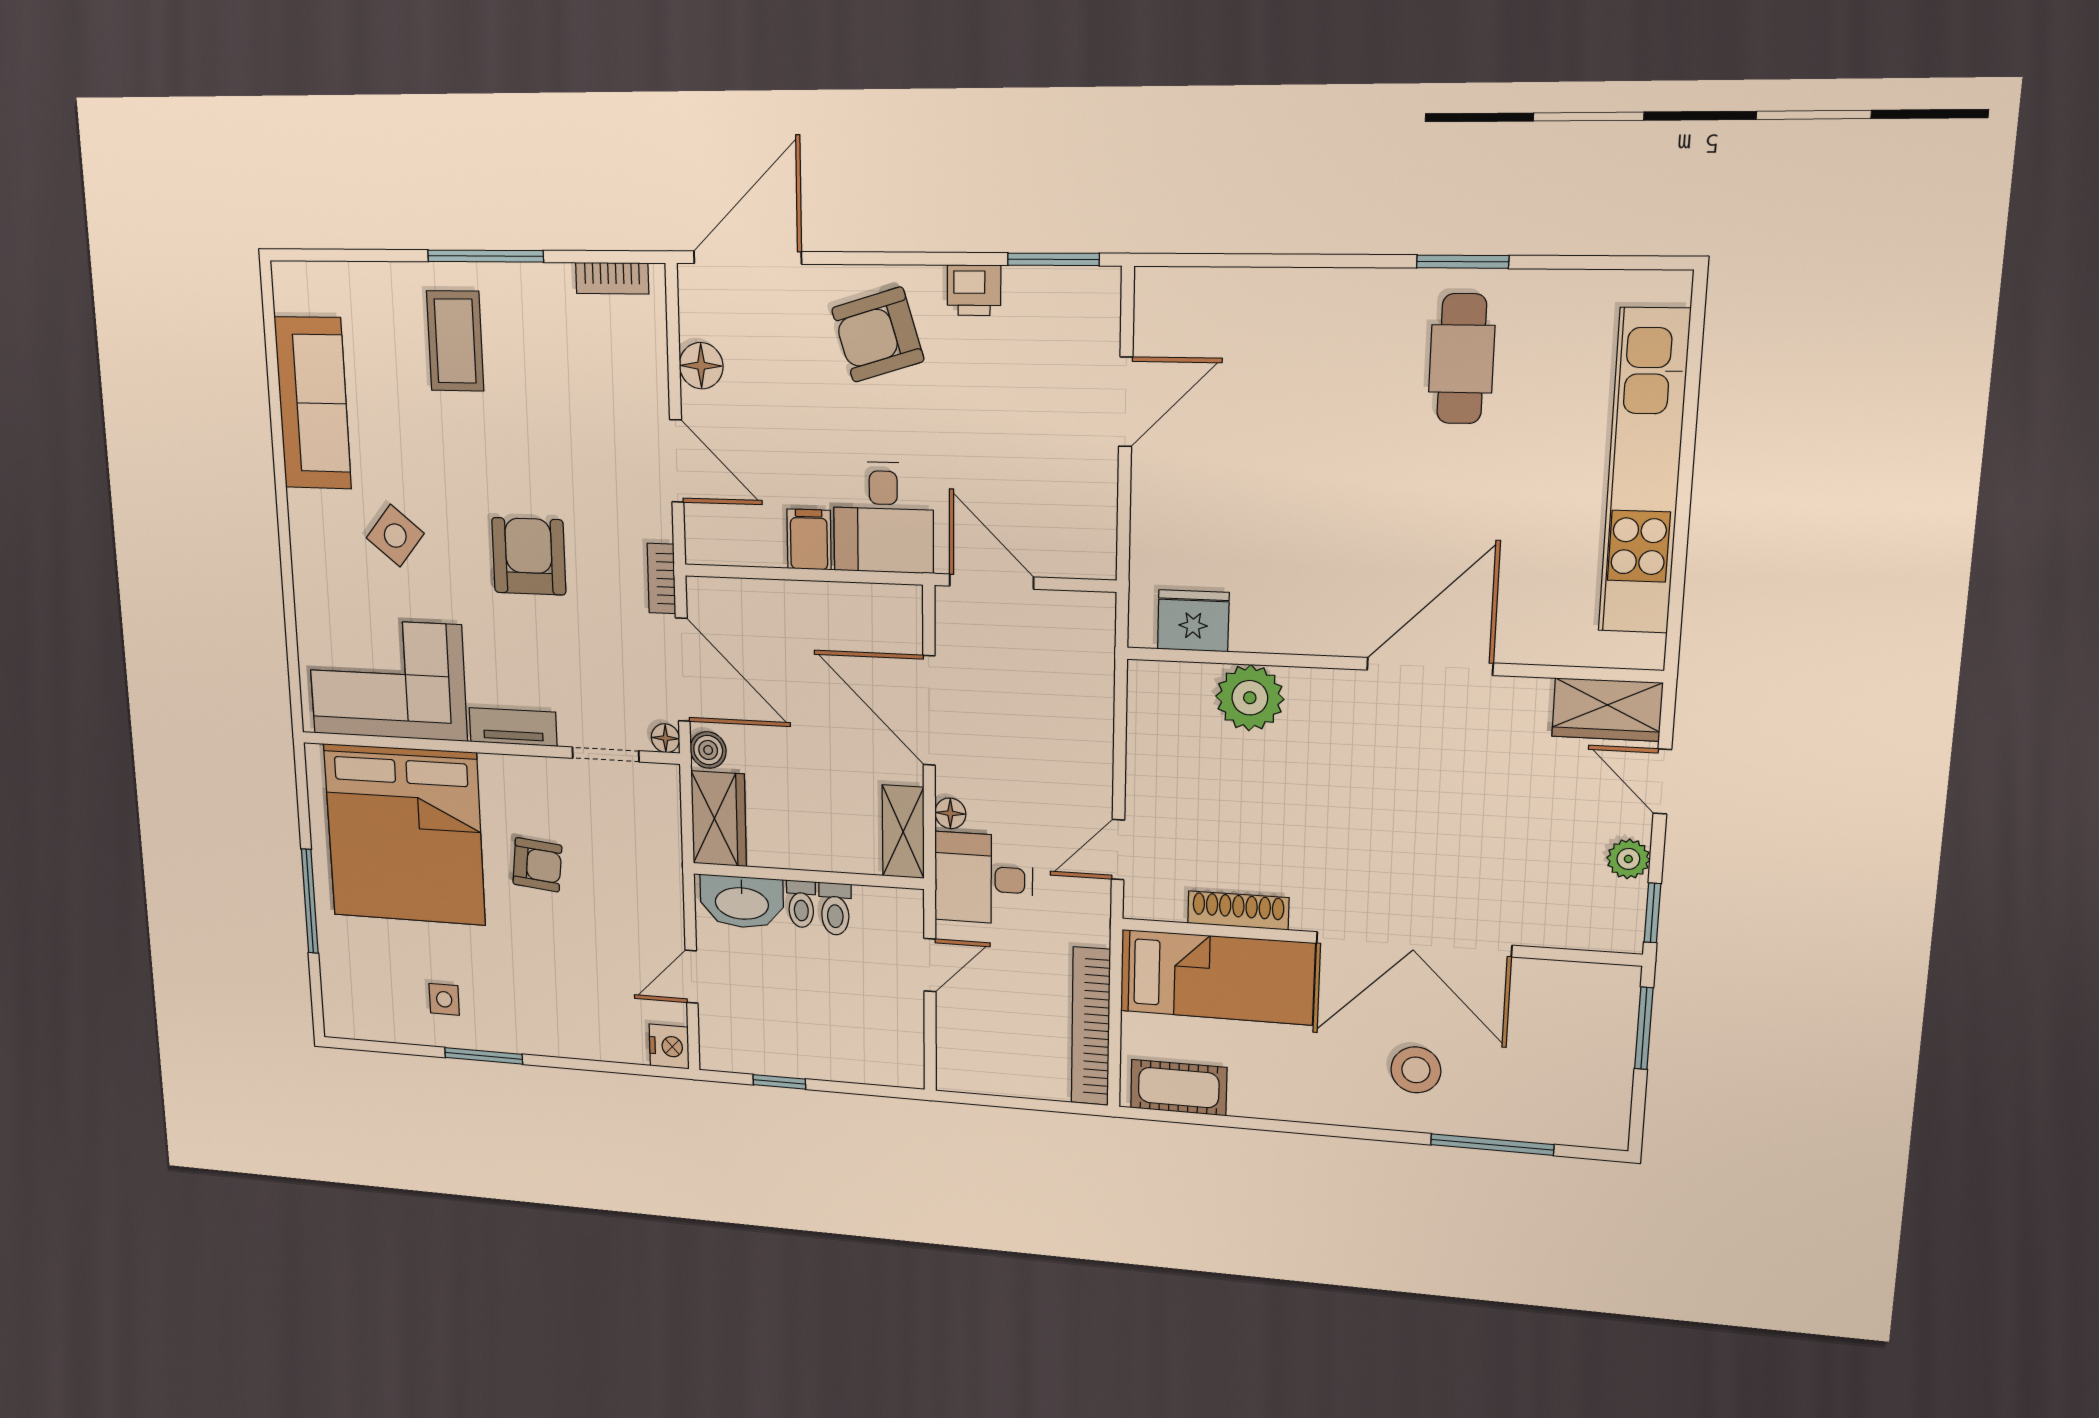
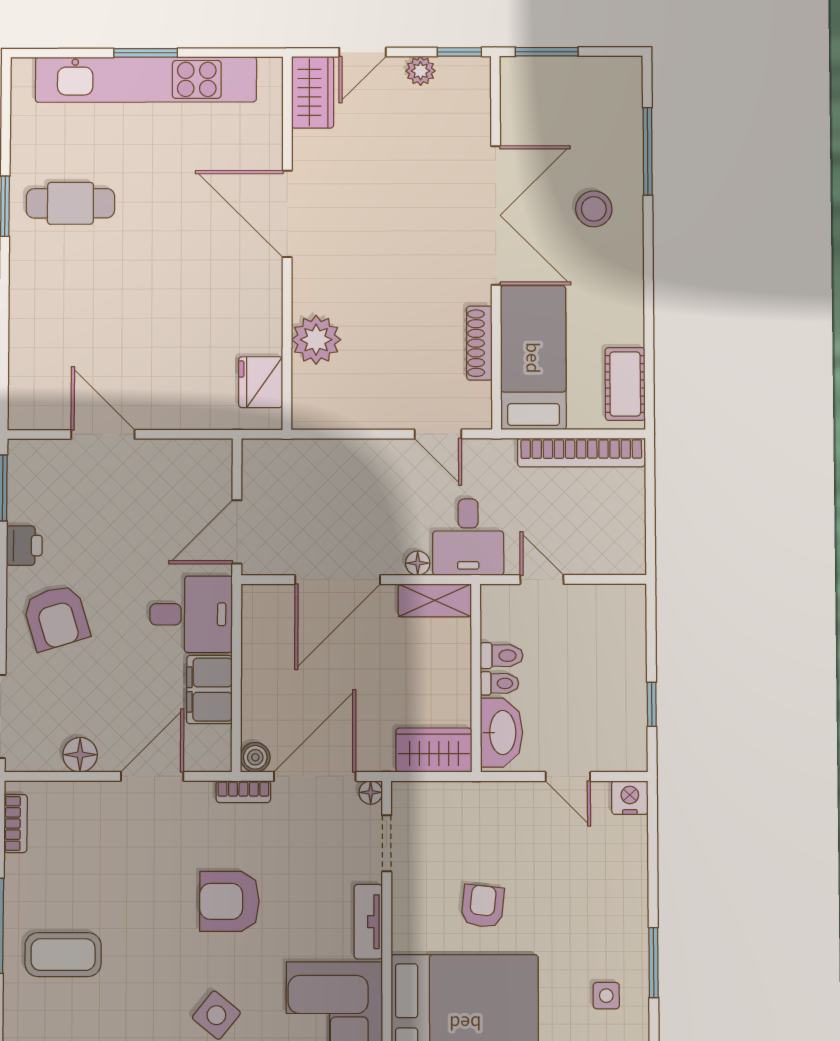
window: (1686, 473) -> (146, 53), added
filing cabinet: (809, 539) -> (209, 690), width x2.00
boiler: (708, 750) -> (255, 757), moved

